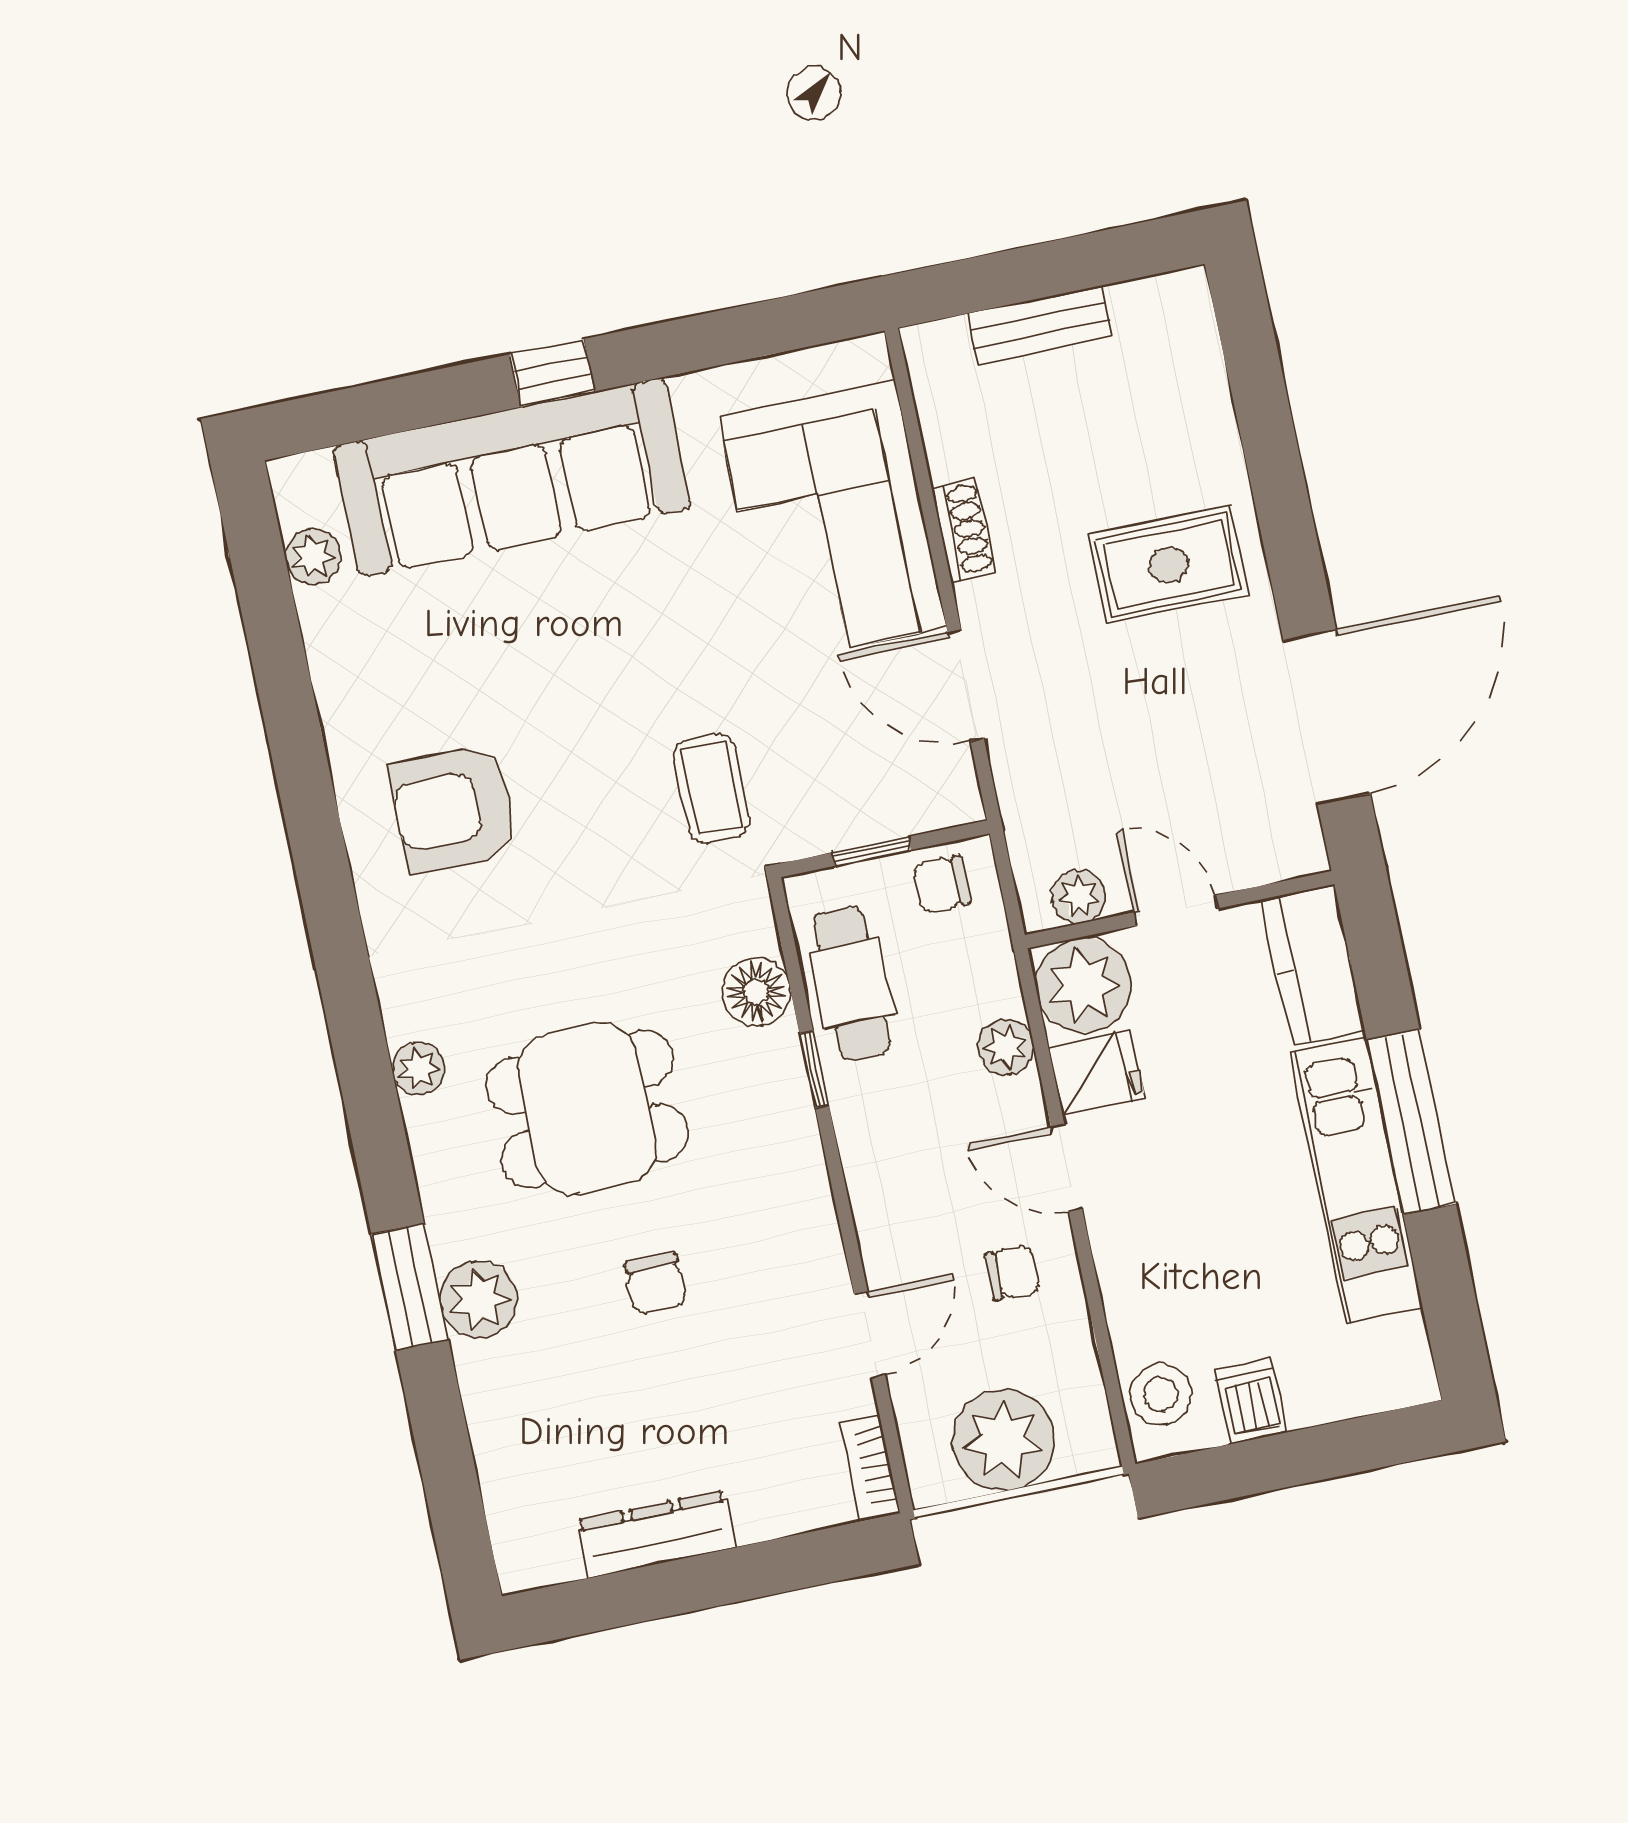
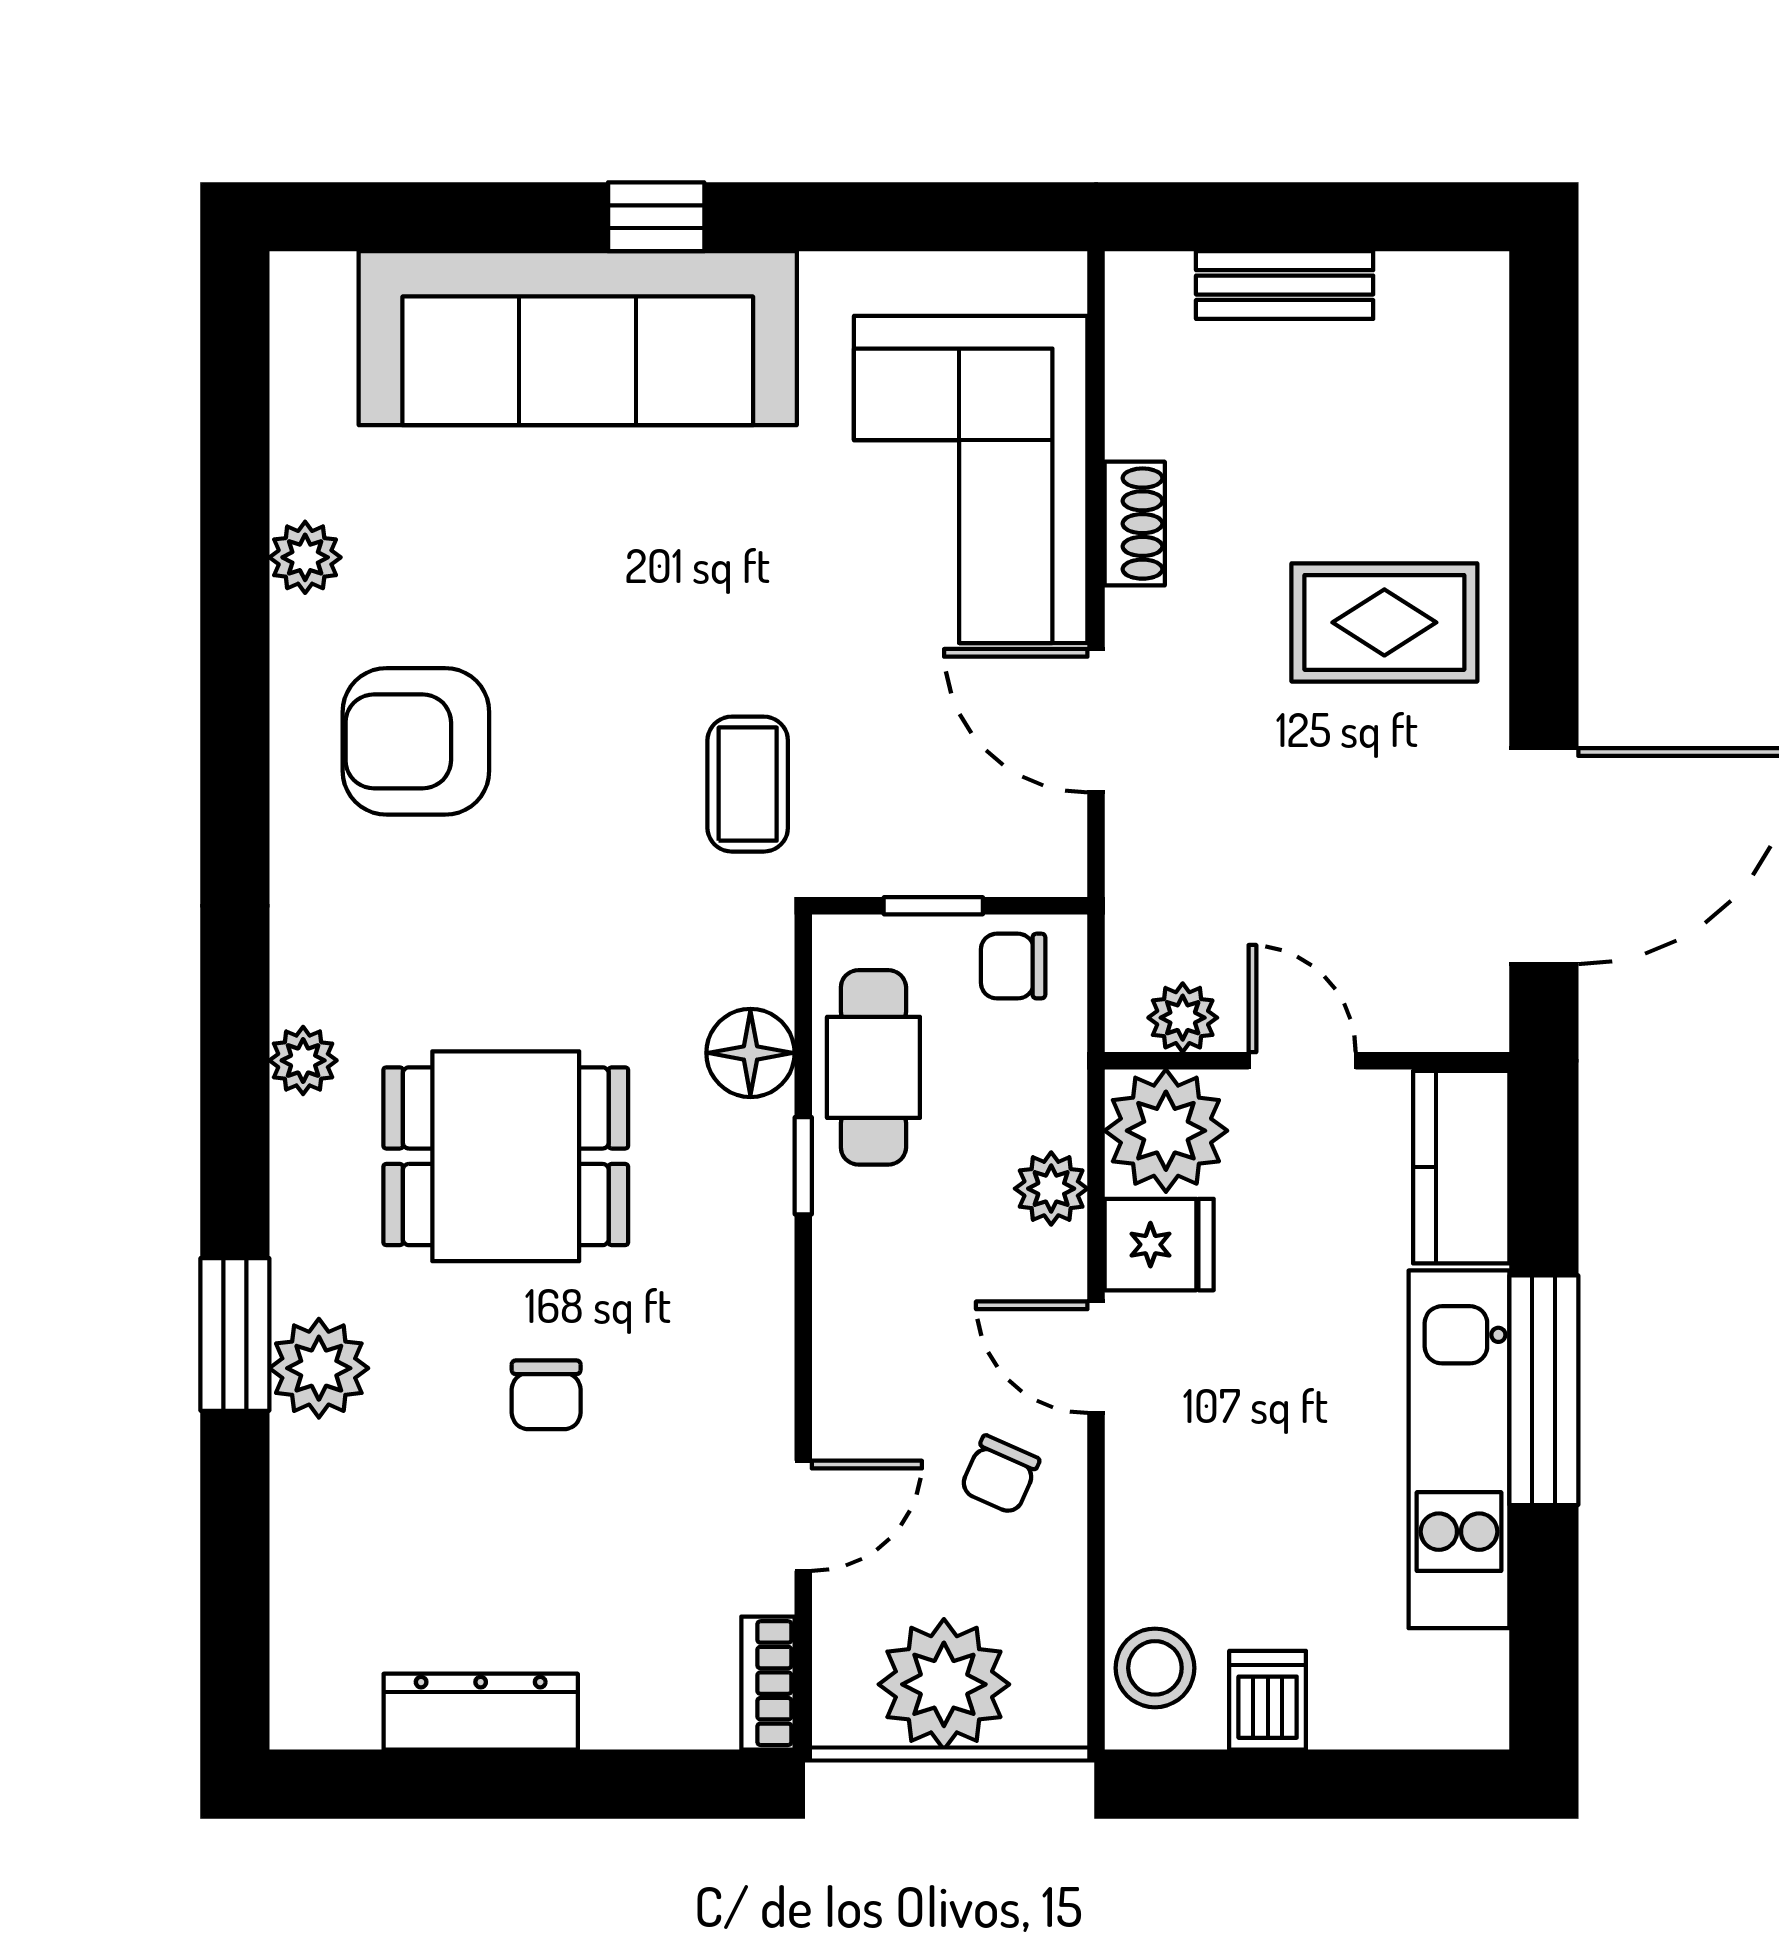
plant: (313, 557) -> (305, 557), moved
chair: (1012, 1272) -> (1000, 1475), turned 114

